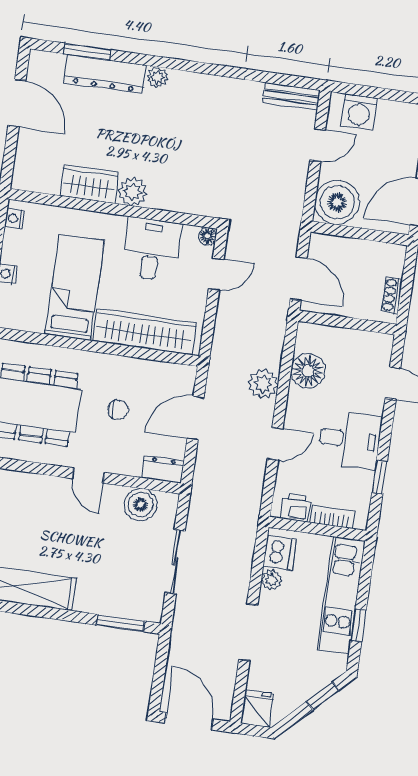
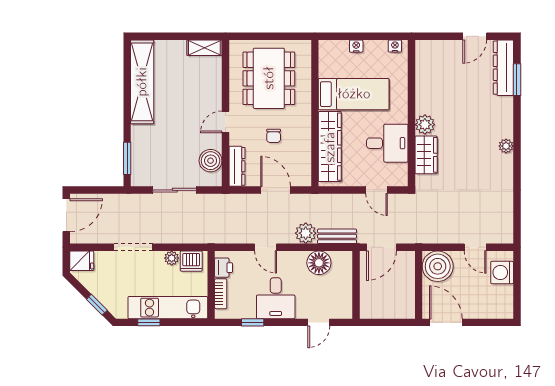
dresser: (105, 74) -> (503, 68), moved
plant: (157, 77) -> (506, 146), moved
bench: (291, 97) -> (337, 236), moved, turned 90
door: (17, 103) -> (475, 36), width x0.73
wardrobe: (90, 184) -> (426, 155), moved
floor lamp: (207, 236) -> (402, 180), removed
shoe rack: (392, 295) -> (379, 313), removed
dresser: (163, 469) -> (237, 166), width x1.44

